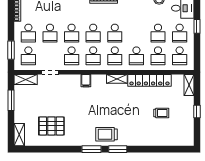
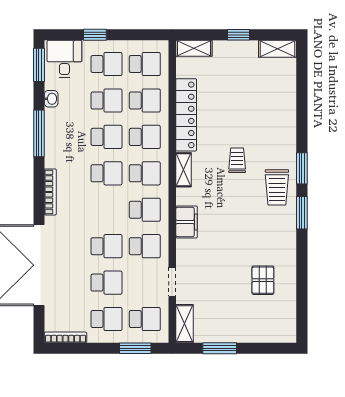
school desk: (93, 33) -> (106, 137), moved
filing cabinet: (86, 81) -> (187, 222), width x2.00
trolley: (161, 113) -> (237, 160), moved
pallet: (51, 126) -> (263, 280), width x0.67, depth x0.71
shelving: (19, 135) -> (278, 49), moved

